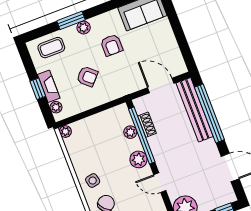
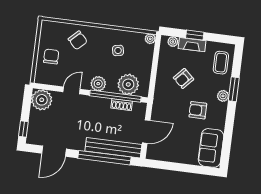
plant: (130, 132) -> (128, 84), width x1.87, depth x1.87
side table: (93, 181) -> (118, 50), moved

